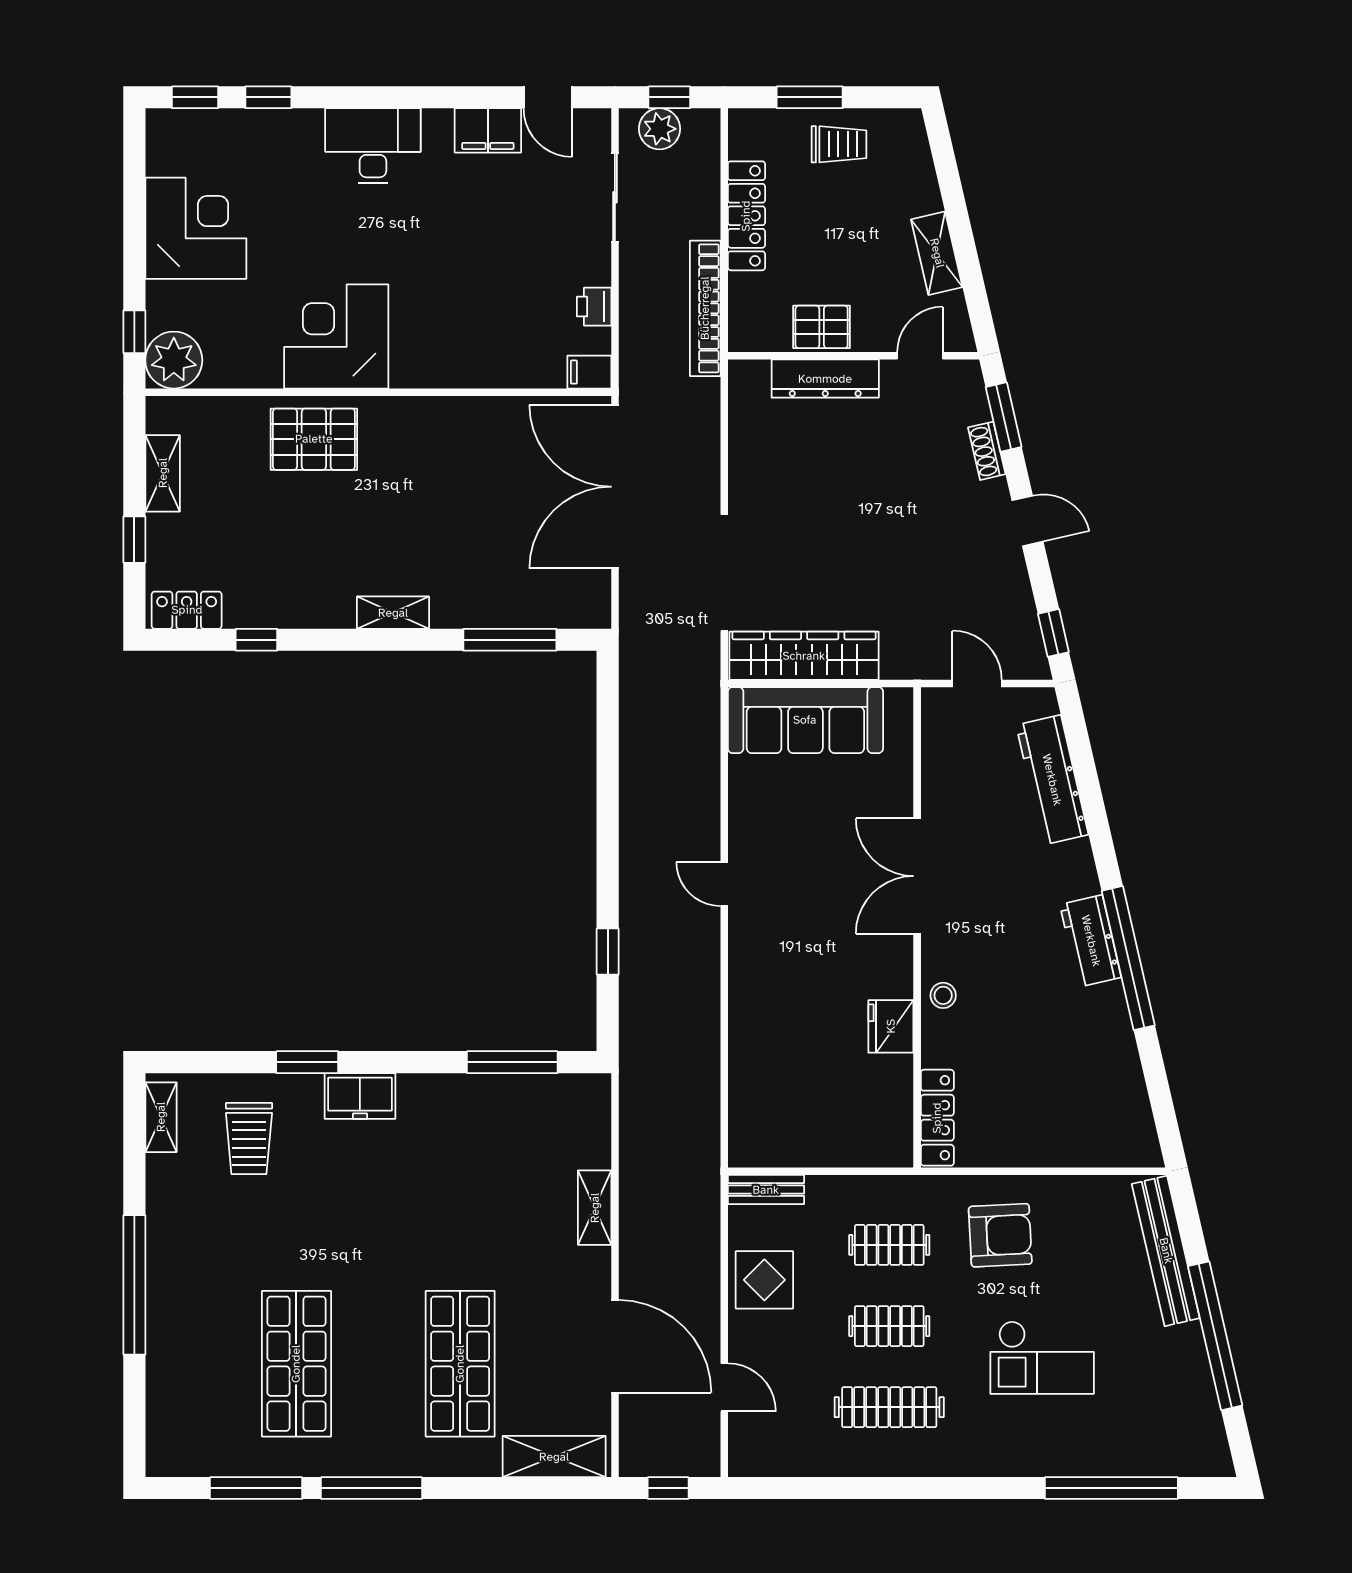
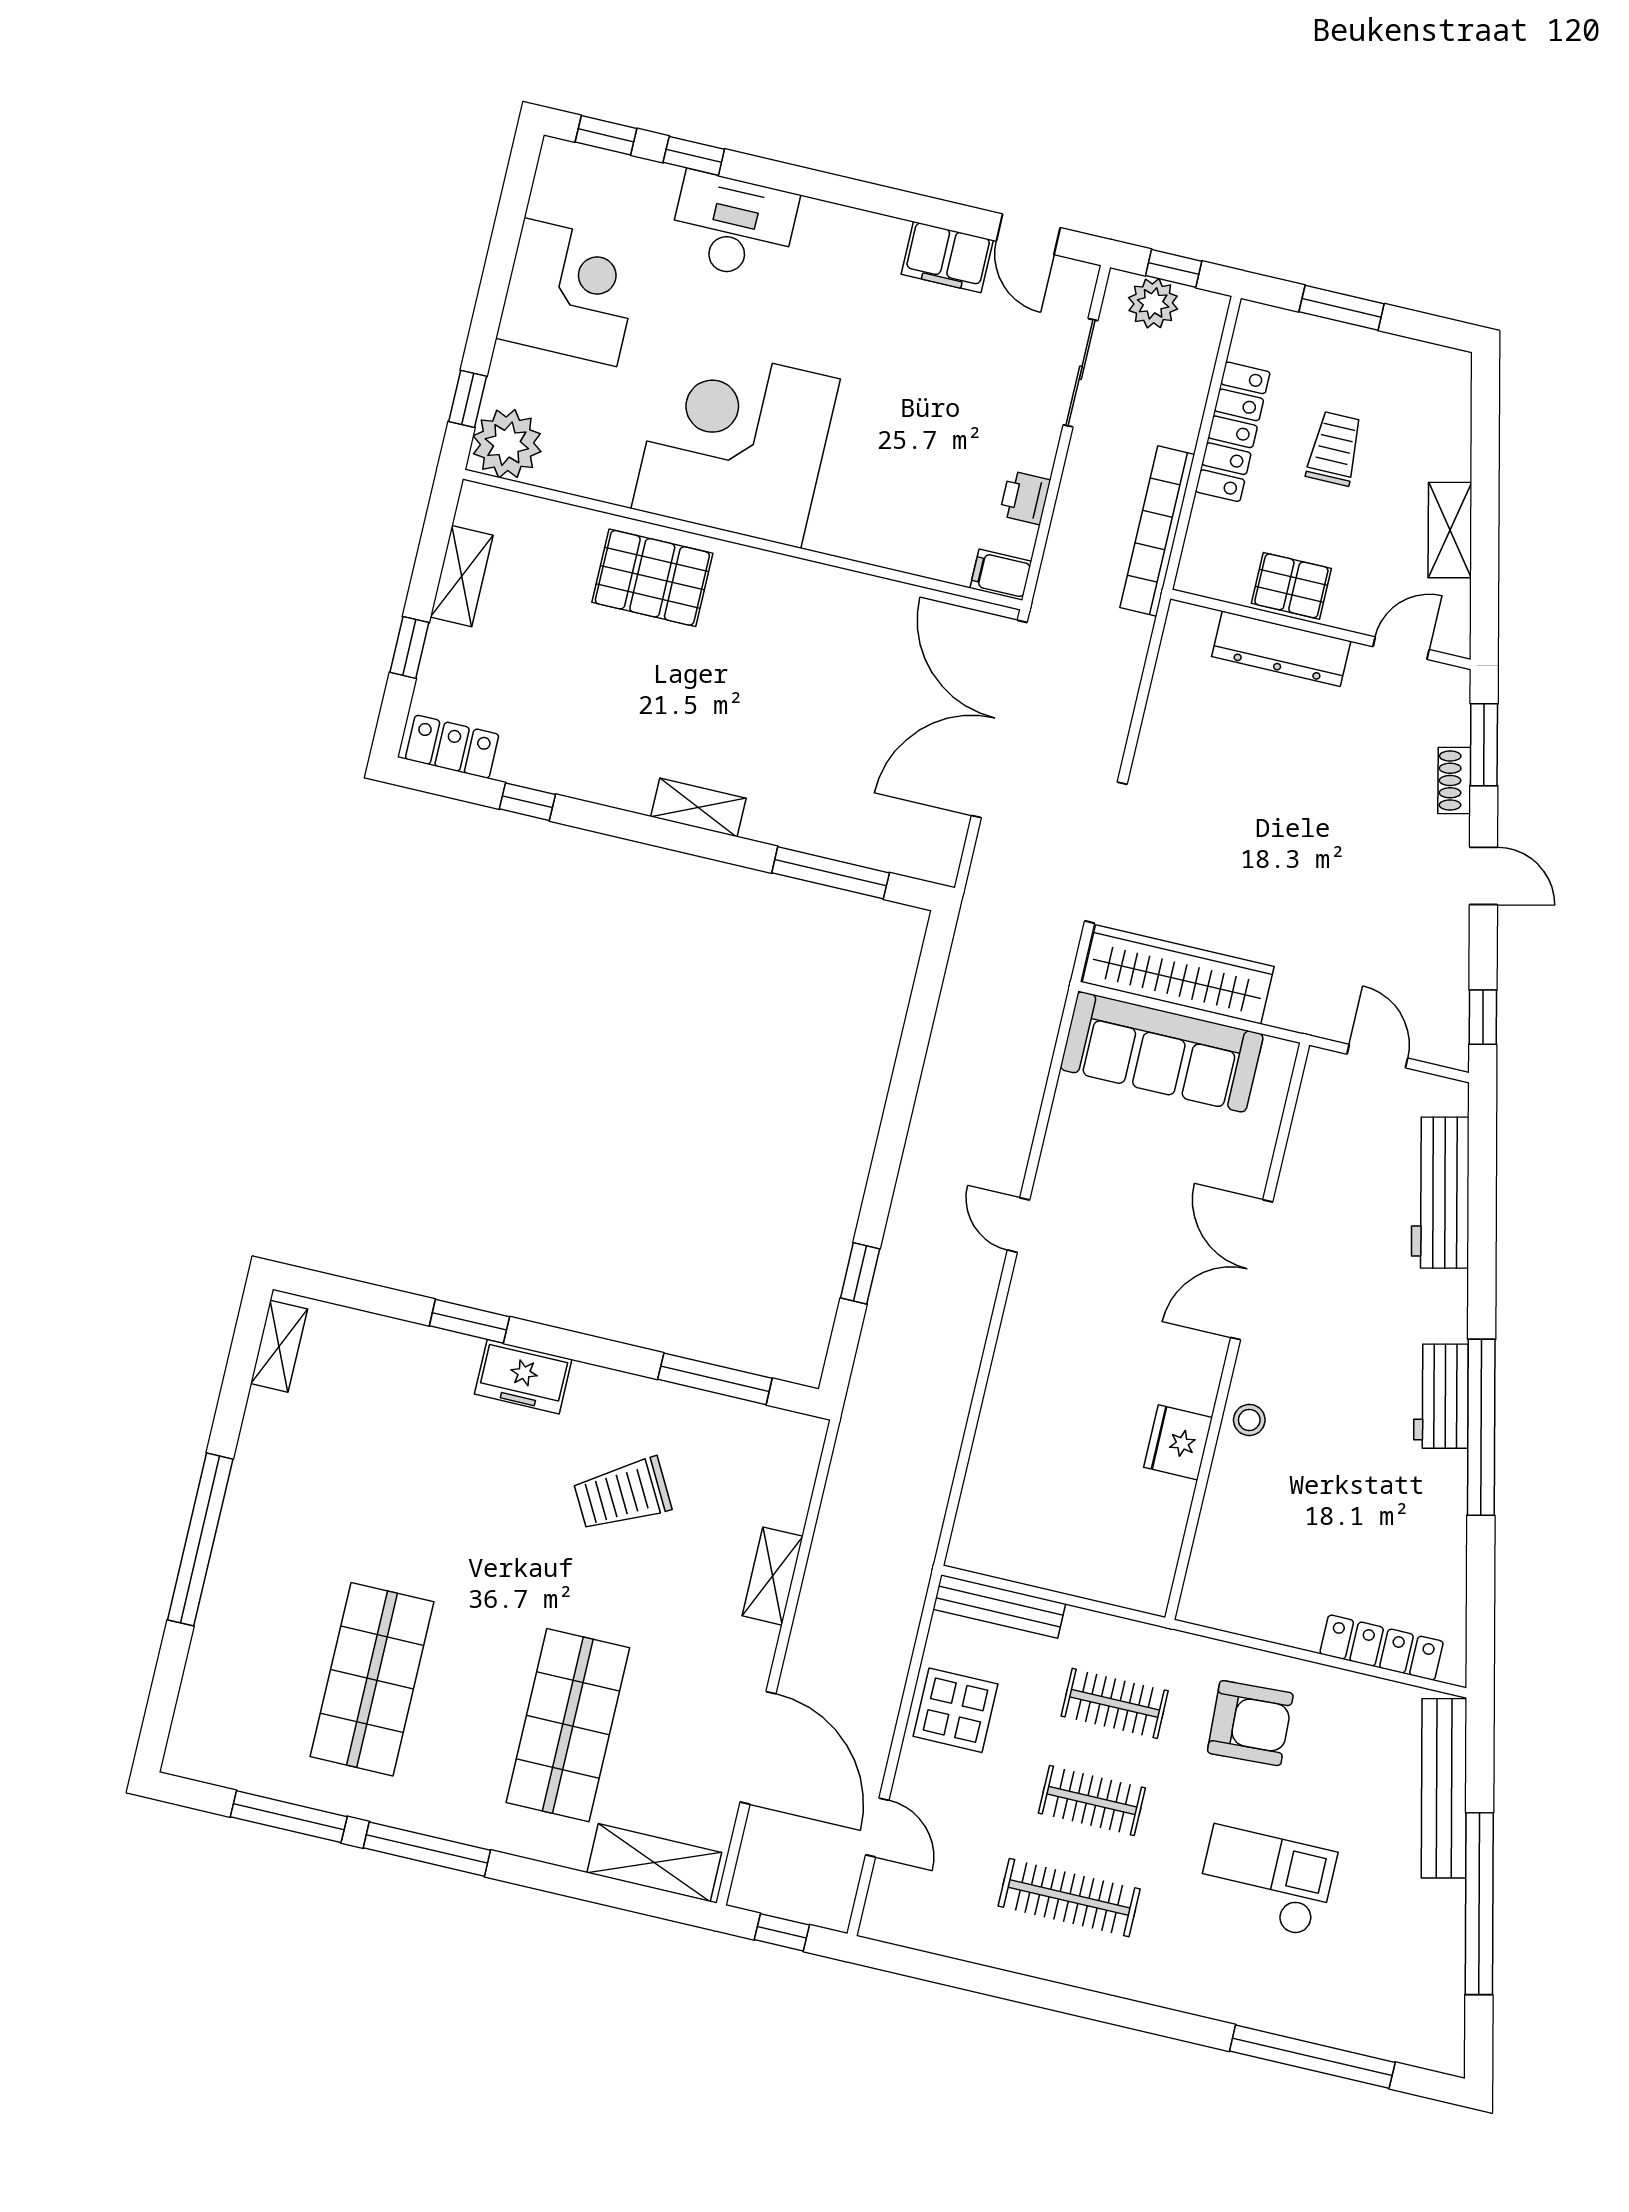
trolley: (839, 144) -> (1334, 449), moved, turned -90
desk: (373, 146) -> (733, 226), moved
corner desk: (336, 336) -> (736, 444), width x1.36, depth x1.36
locker: (937, 1118) -> (1382, 1648), moved, turned -90
trolley: (249, 1139) -> (622, 1494), moved, turned 61
bench: (766, 1190) -> (999, 1606), width x1.36
checkout: (1042, 1358) -> (1266, 1881), turned 180

